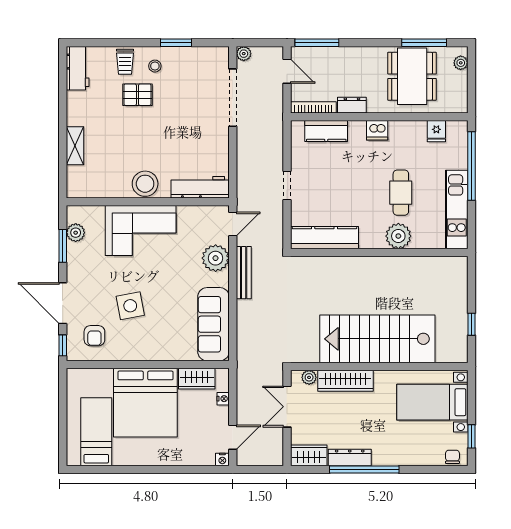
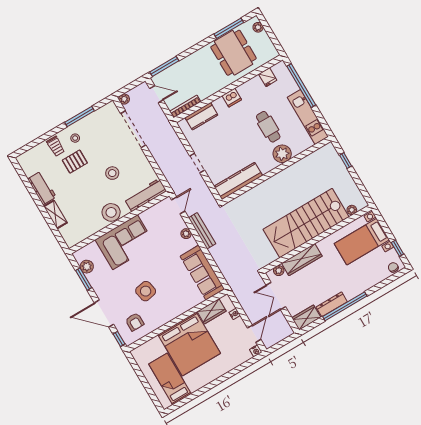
window: (176, 43) -> (80, 117), width x1.44
workbench: (78, 68) -> (42, 188), moved
dresser: (352, 105) -> (208, 91), removed
stool: (175, 136) -> (112, 173), added
plant: (216, 258) -> (186, 234), width x0.53, depth x0.53
window: (471, 324) -> (346, 161), moved
plant: (443, 356) -> (352, 210), added

